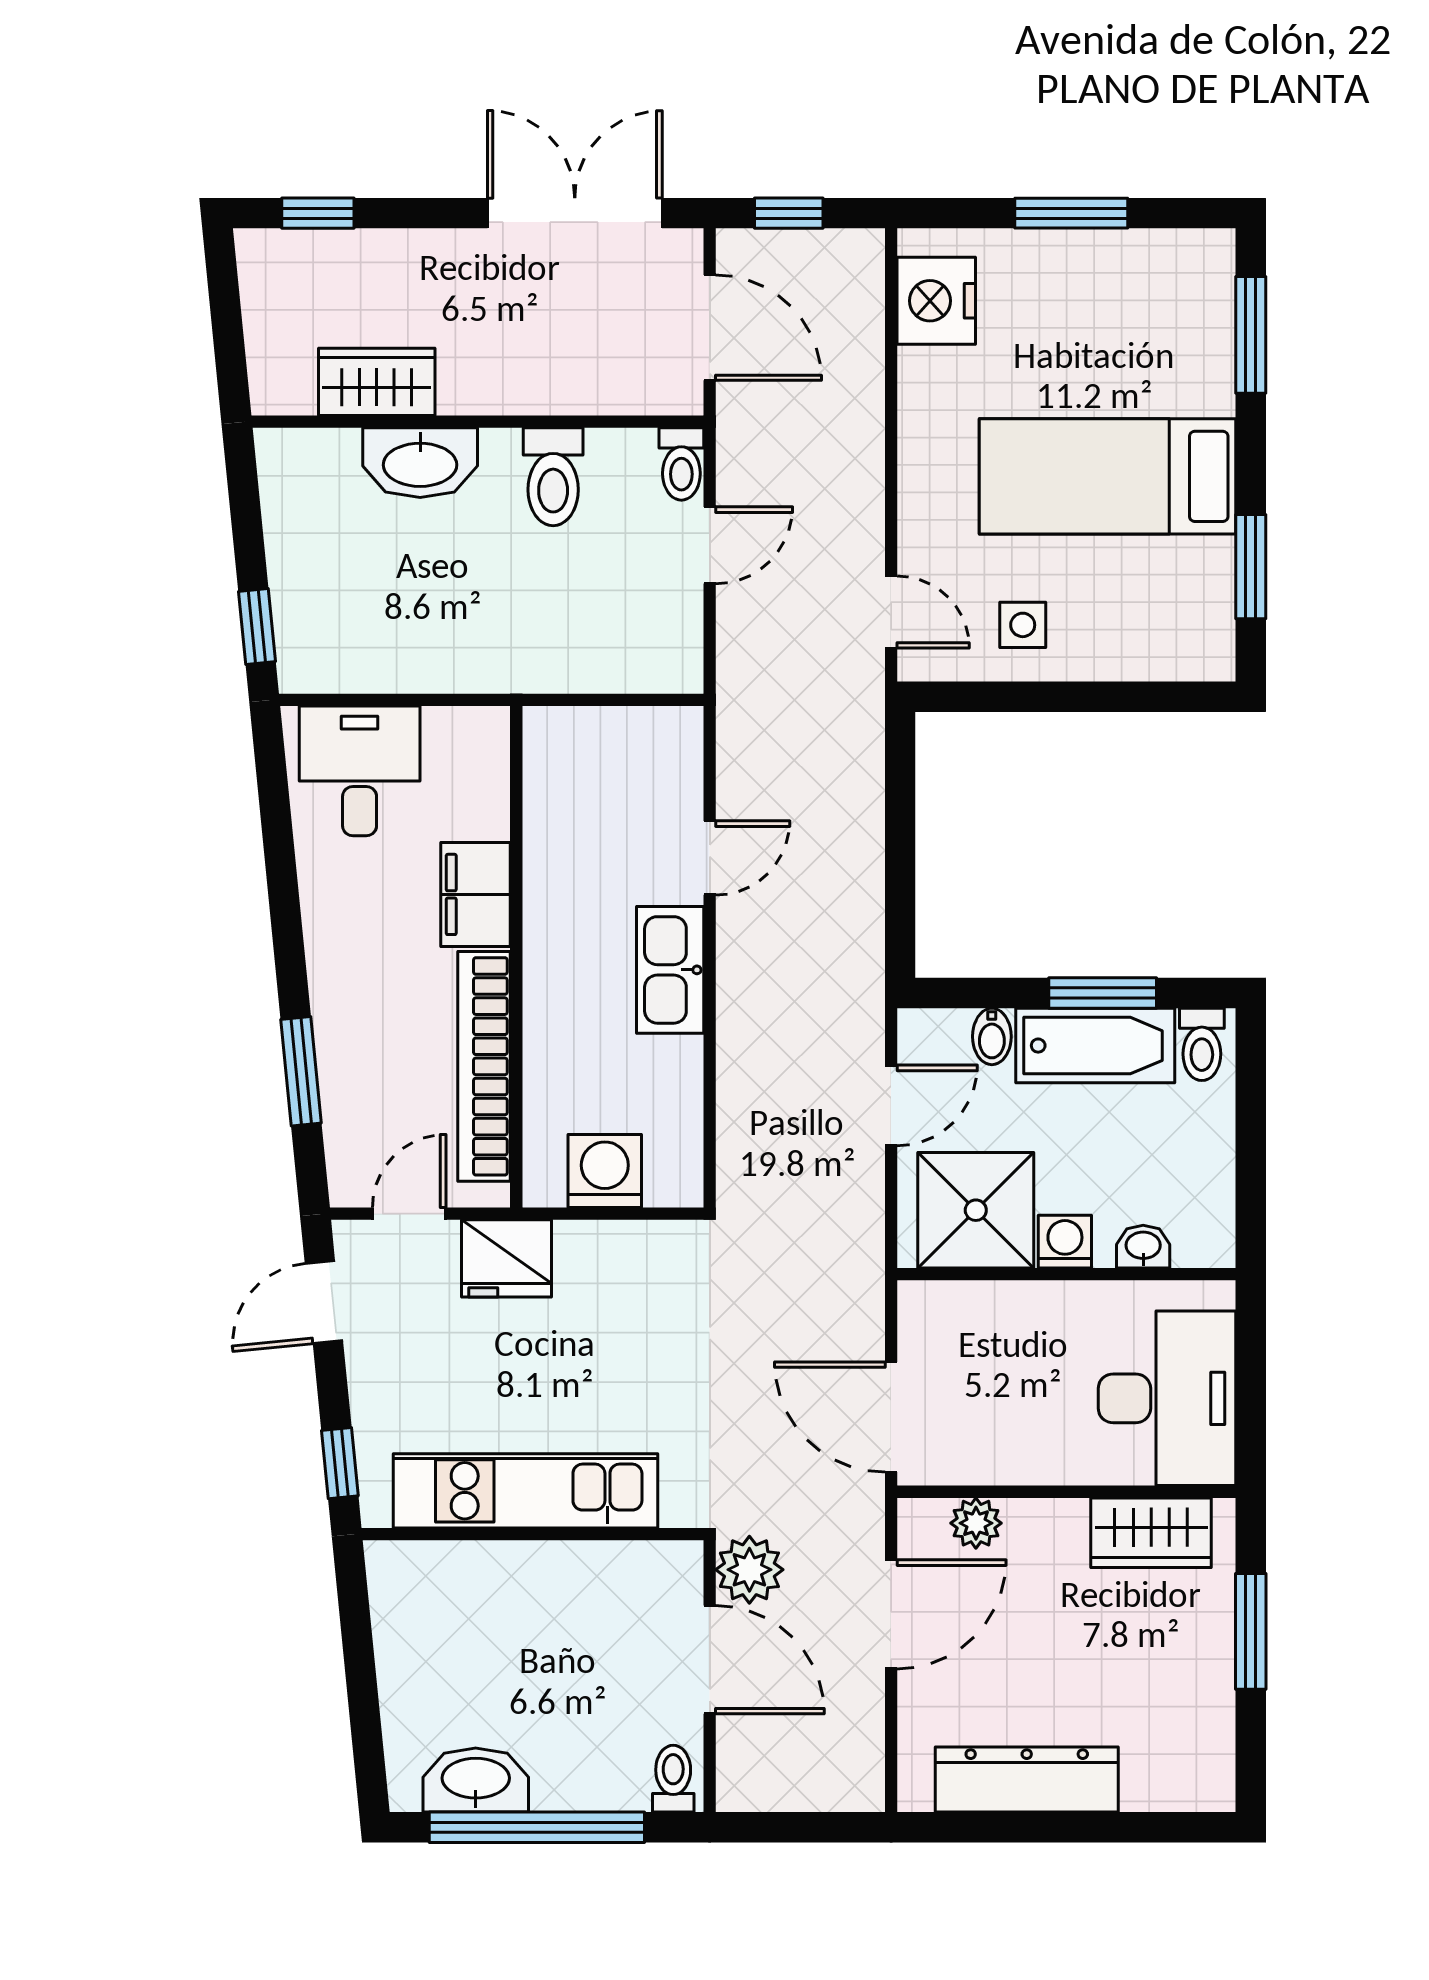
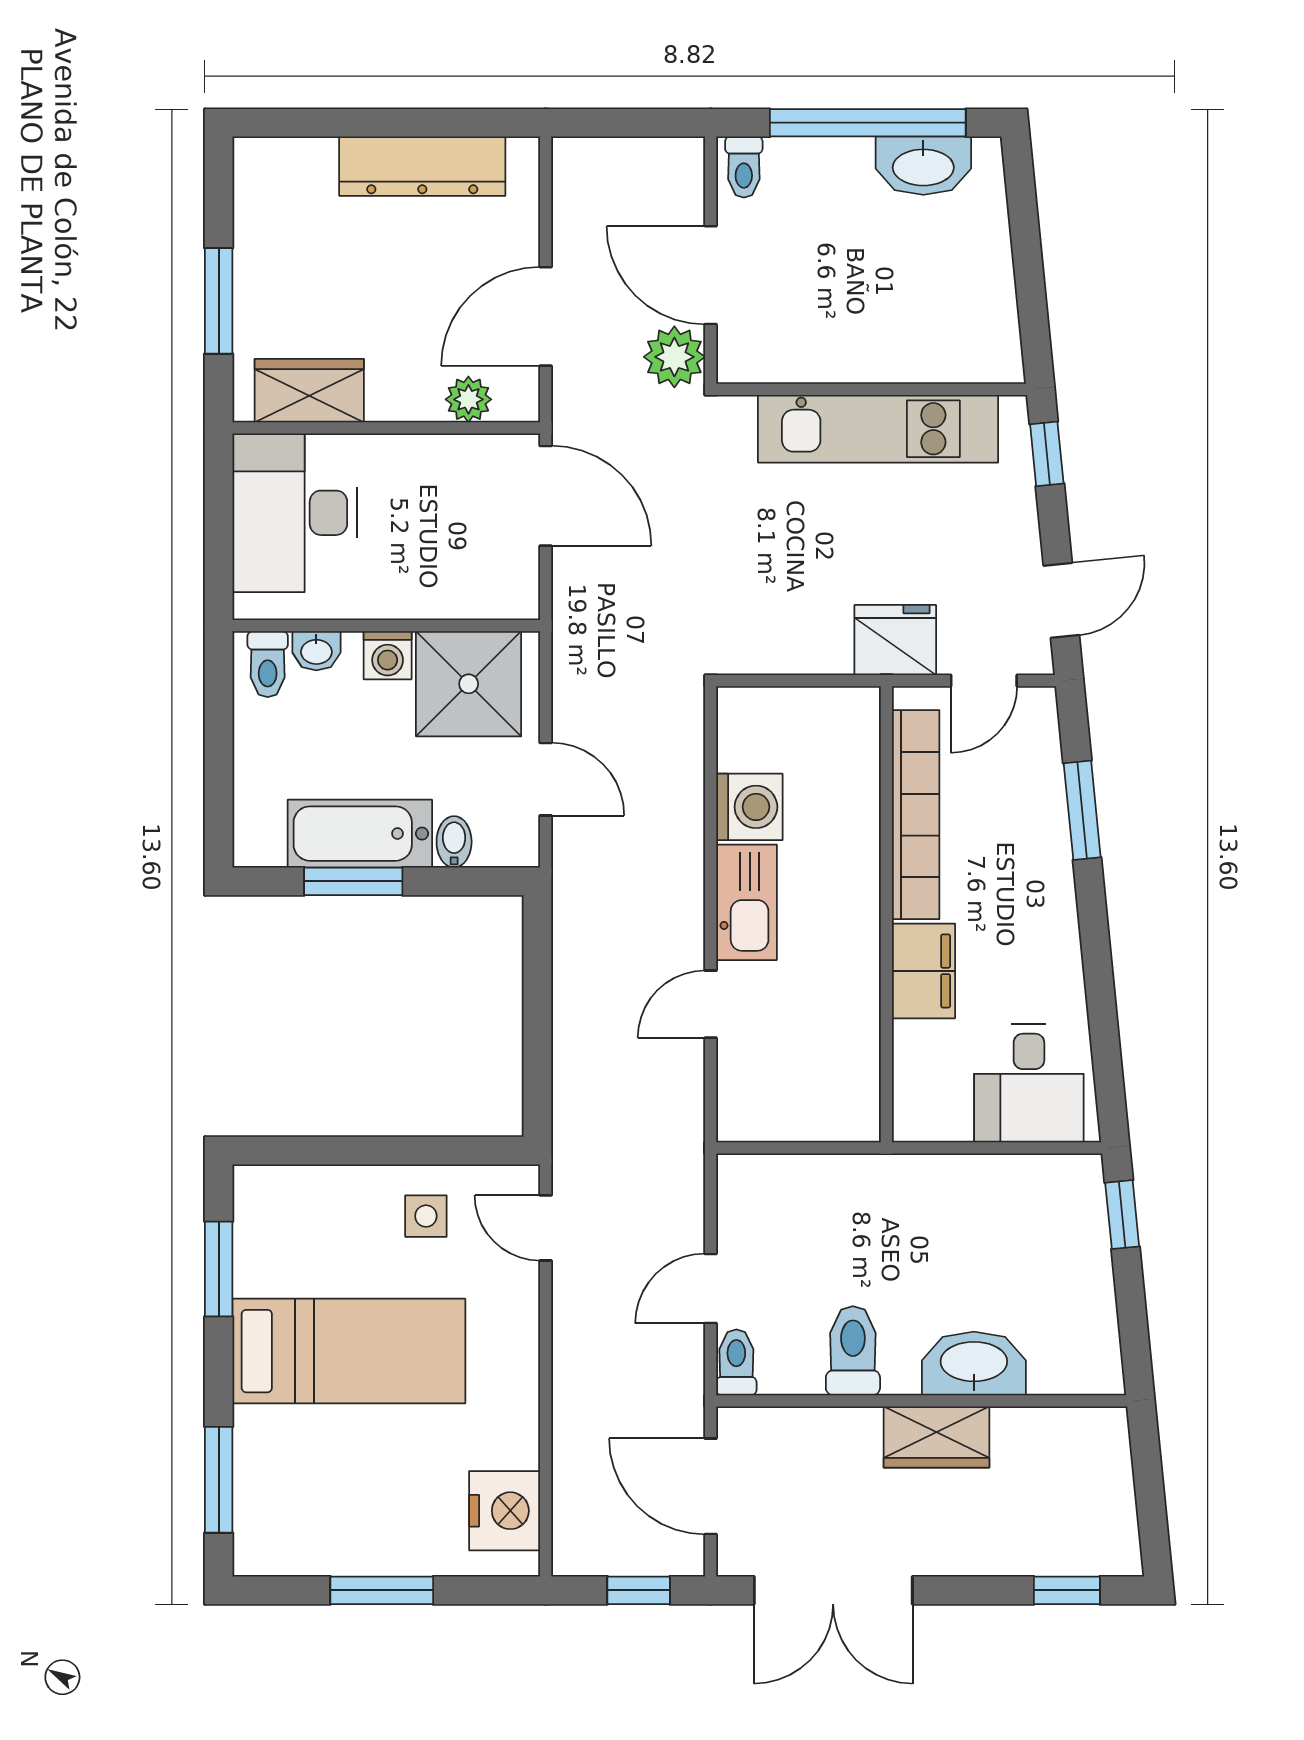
wardrobe: (377, 382) -> (936, 1437), moved
toilet: (1202, 1044) -> (268, 664), moved, turned 180
door: (891, 1105) -> (546, 779), swing flipped
washing machine: (605, 1171) -> (749, 807), moved, turned -90

